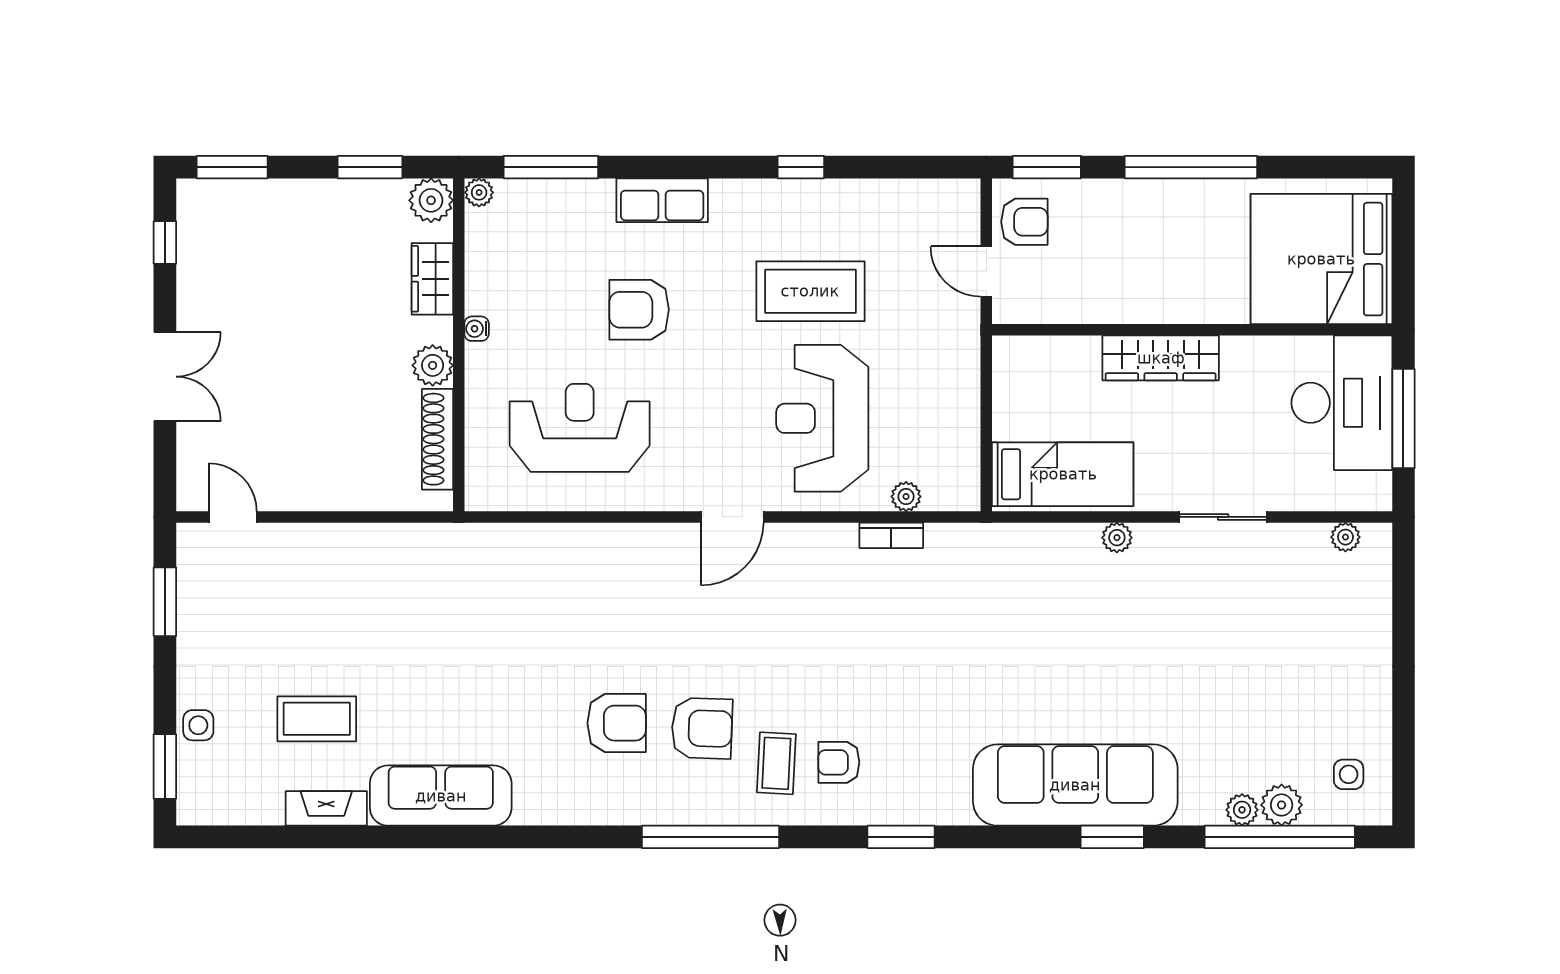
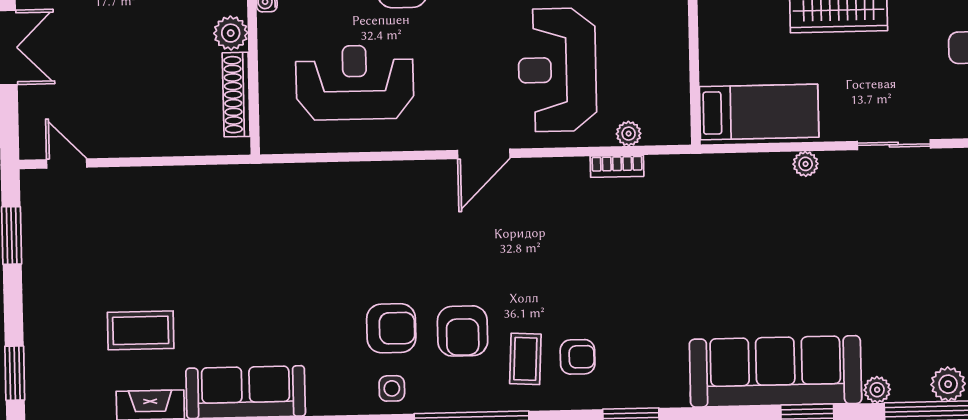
side table: (198, 725) -> (392, 388), moved
armchair: (702, 728) -> (463, 331), turned 88
armchair: (839, 762) -> (578, 357), turned 180
plant: (1242, 810) -> (877, 390), moved

